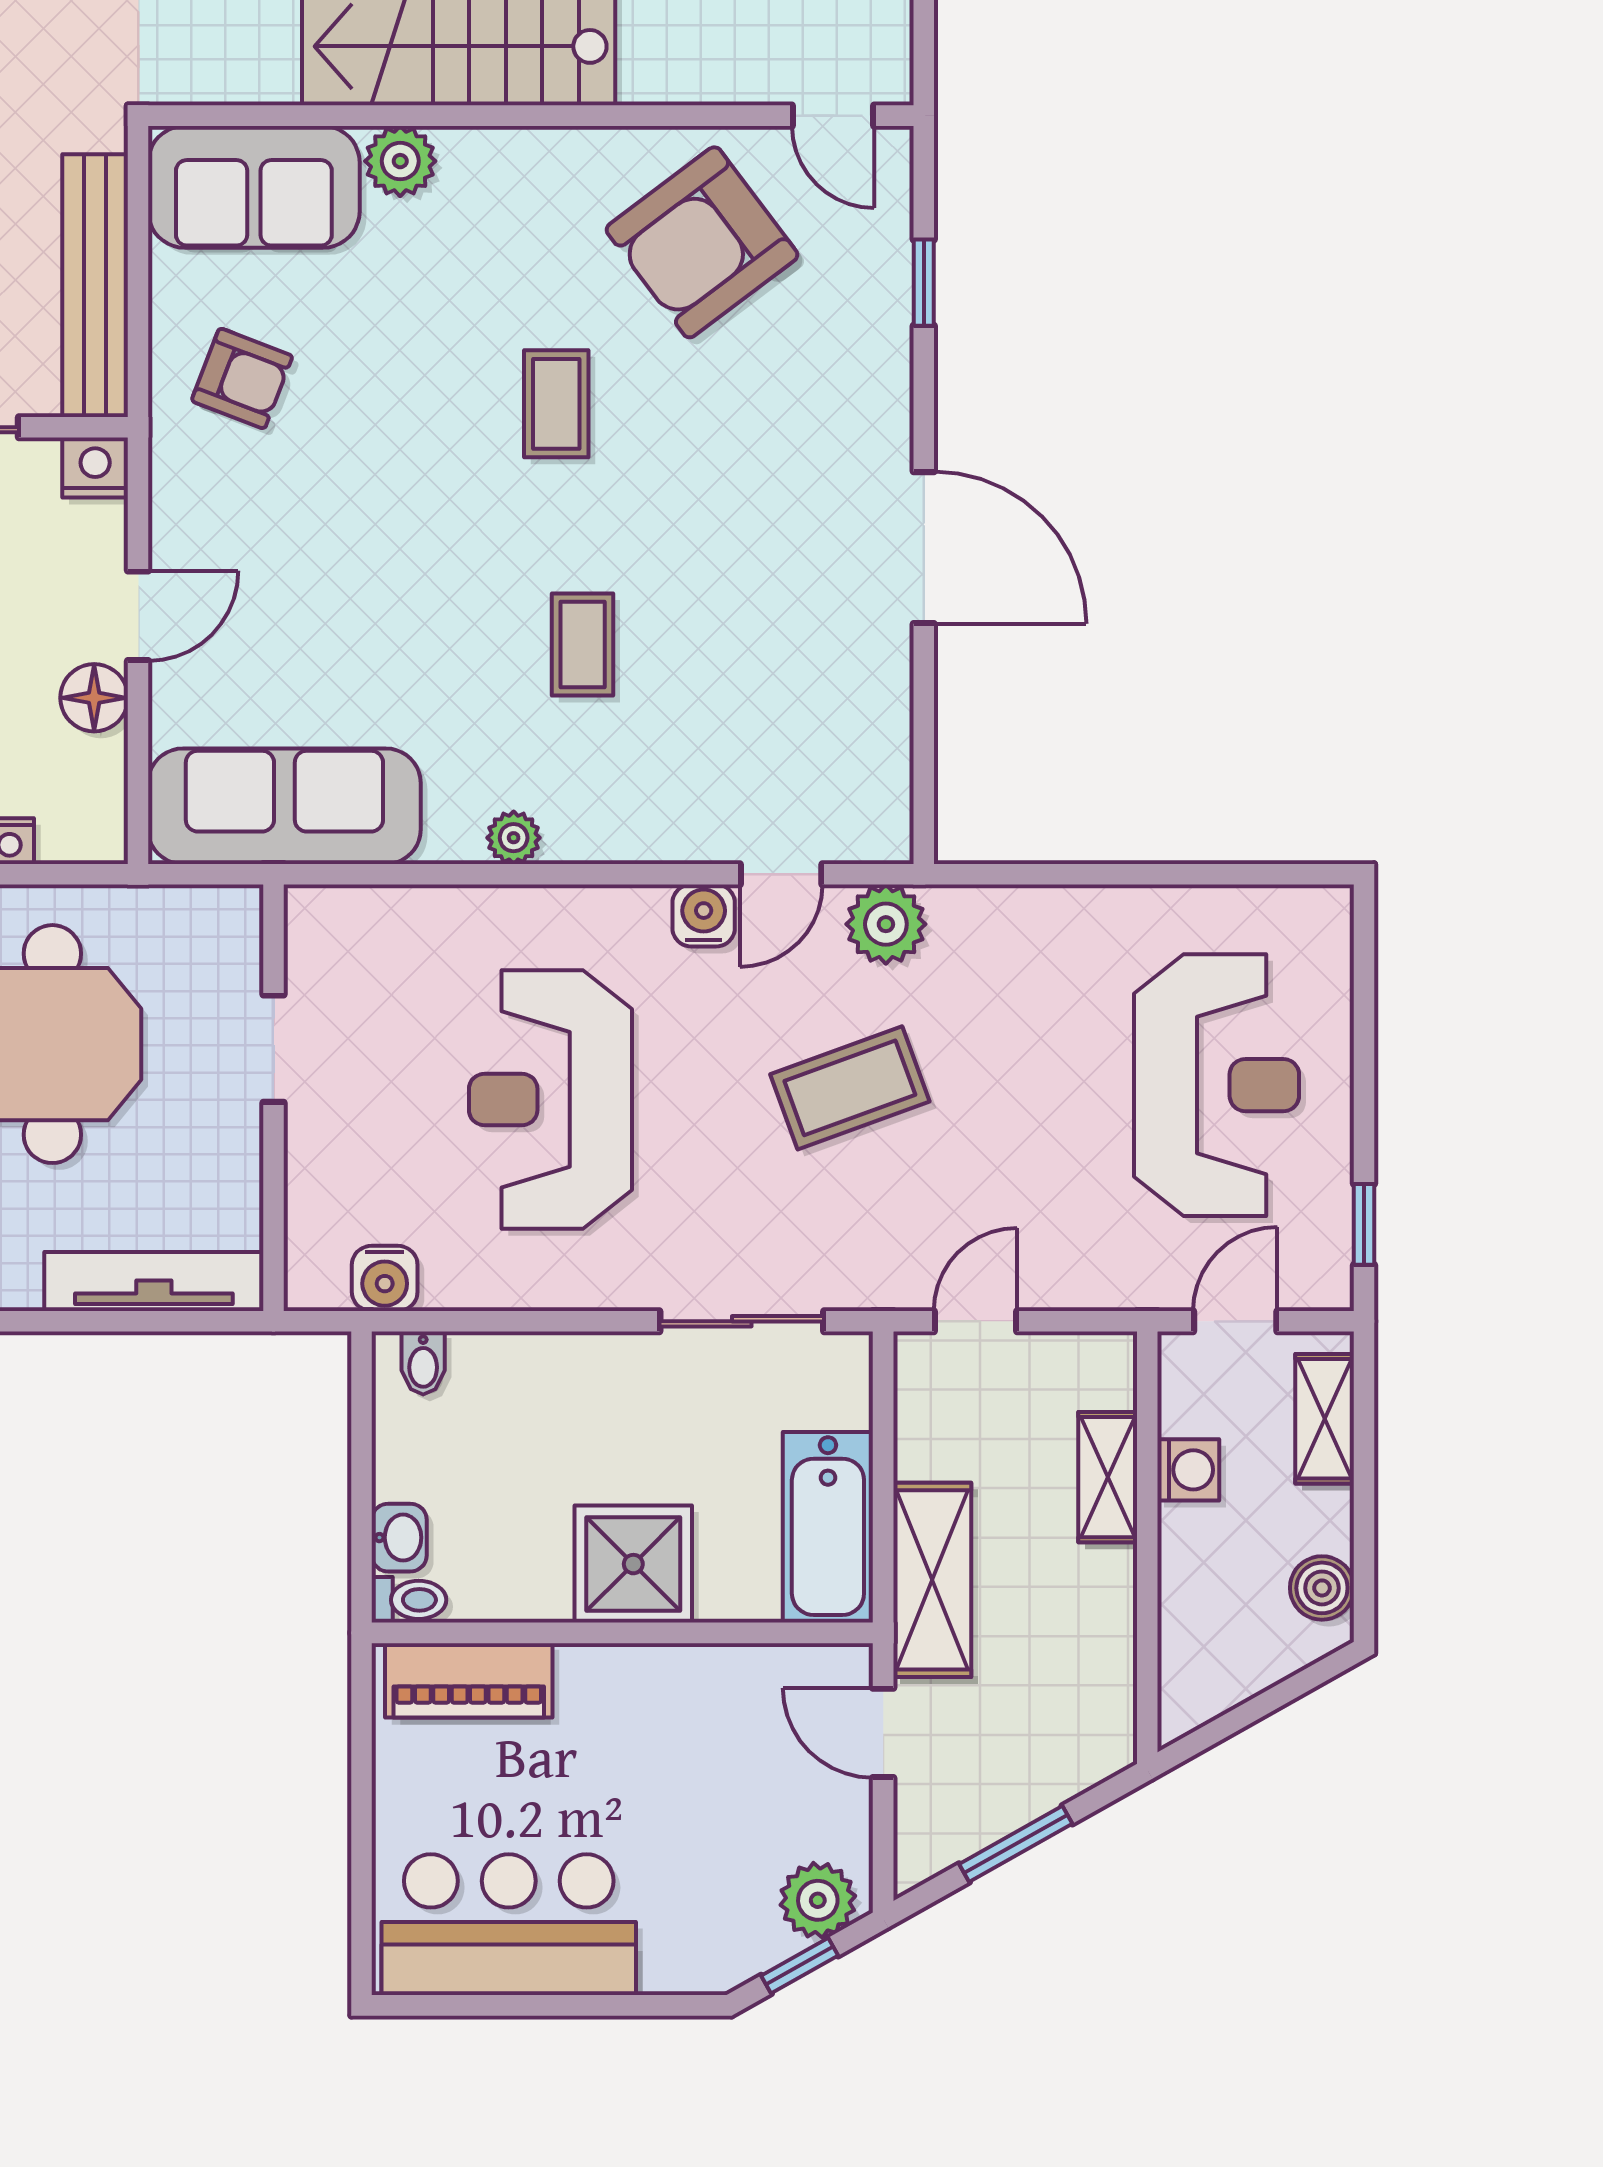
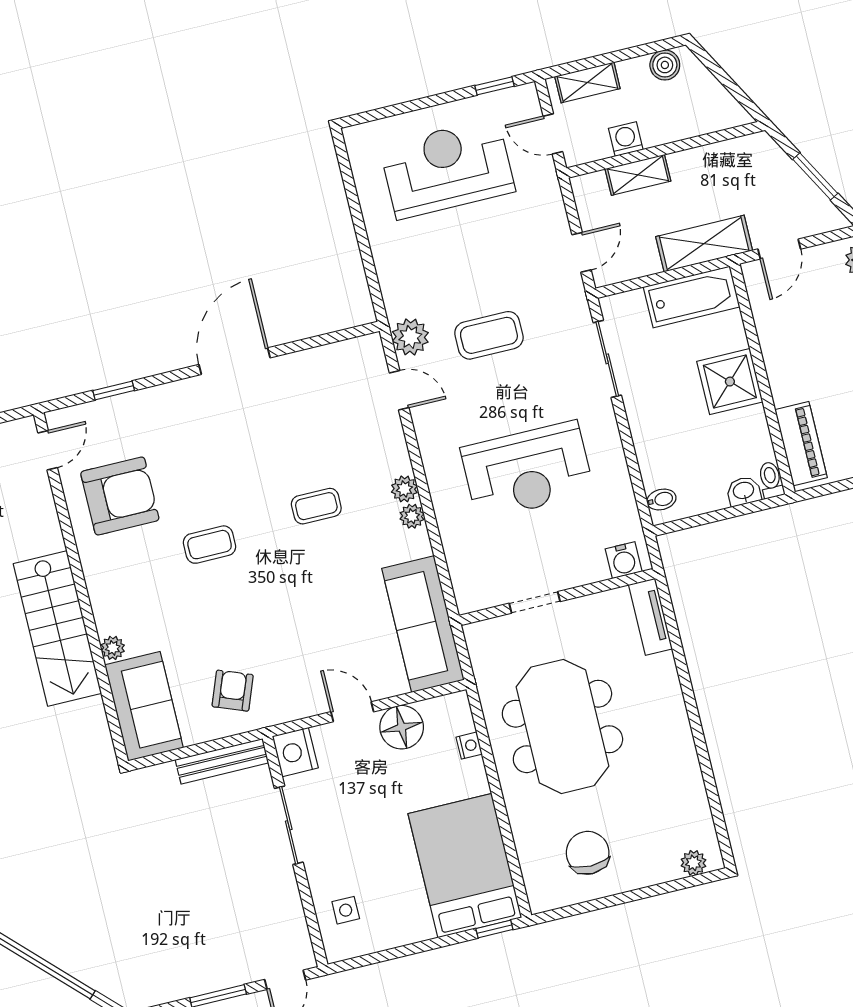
plant: (400, 161) -> (113, 648), width x0.73, depth x0.73
armchair: (702, 242) -> (120, 496), turned -53
bench: (95, 286) -> (222, 761), width x0.73, depth x0.82
nightstand: (95, 467) -> (295, 752), width x1.36, depth x1.33
floor lamp: (94, 698) -> (402, 727), width x1.38, depth x1.38
plant: (574, 836) -> (404, 489), added
water cooler: (704, 916) -> (427, 421), removed
coffee table: (850, 1088) -> (489, 335), turned -70
water cooler: (385, 1278) -> (624, 560), moved, turned 90
tv unit: (154, 1281) -> (650, 617), width x0.71
door: (975, 1321) -> (581, 252), swing flipped

